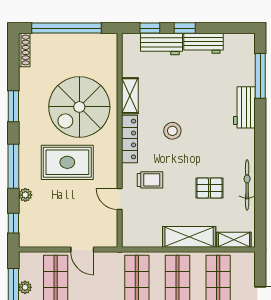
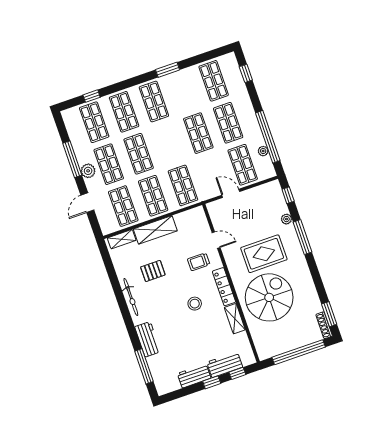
window: (13, 106) -> (329, 314), moved
bicycle: (247, 185) -> (131, 297), moved

